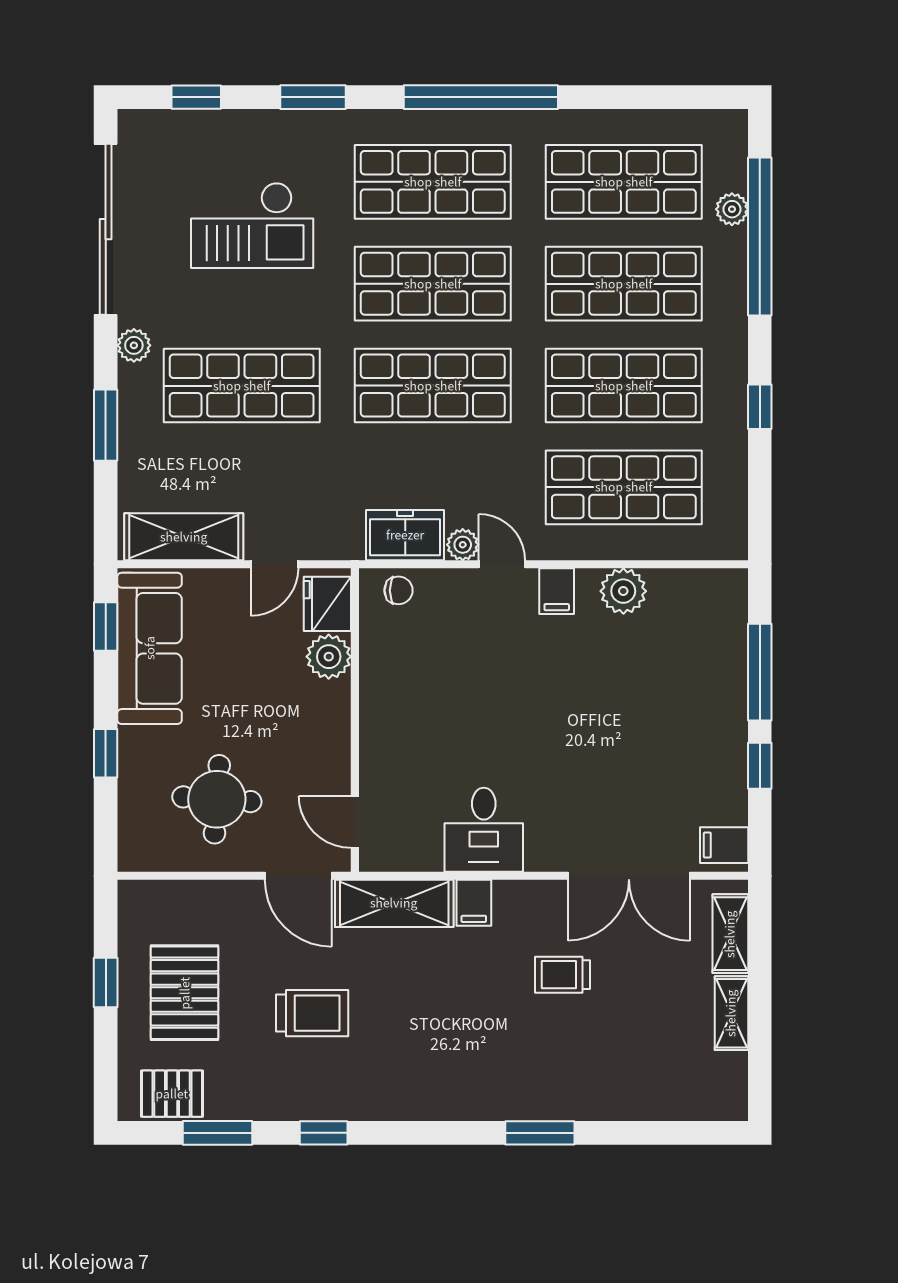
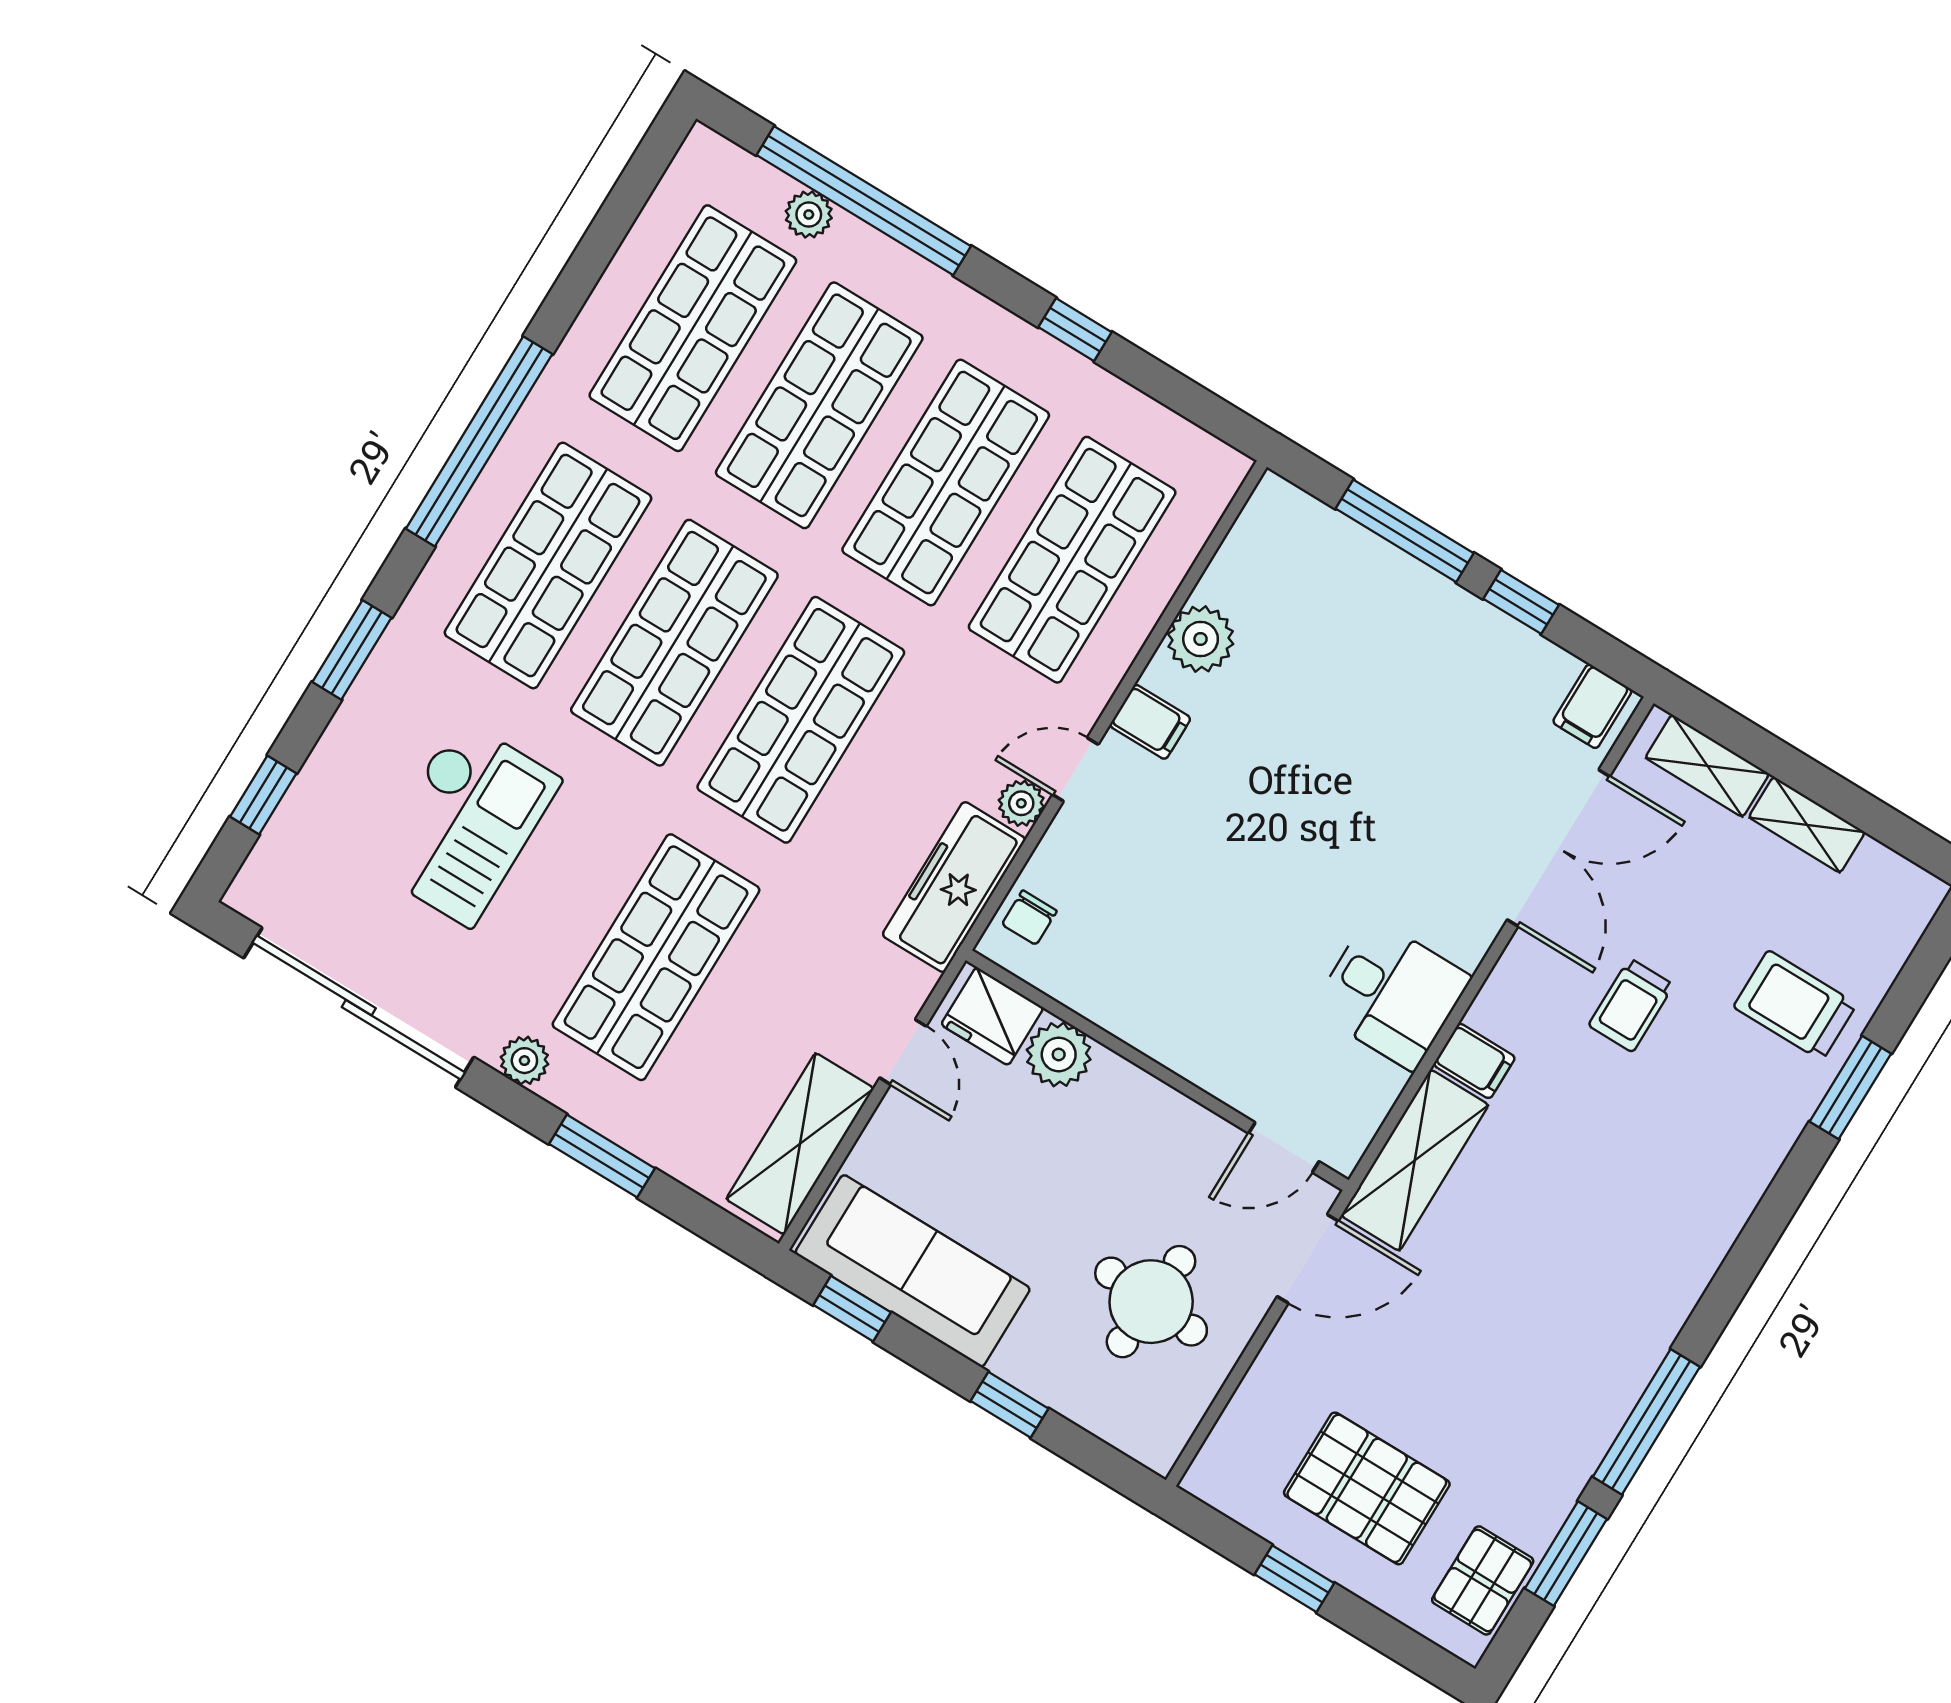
freezer: (405, 535) -> (954, 887), width x1.40
chair: (399, 590) -> (1029, 918), turned 180
trolley: (312, 1013) -> (1795, 1005), moved, turned -90
window: (324, 1133) -> (1646, 1422), width x2.17
window: (540, 1133) -> (1850, 1088), moved

